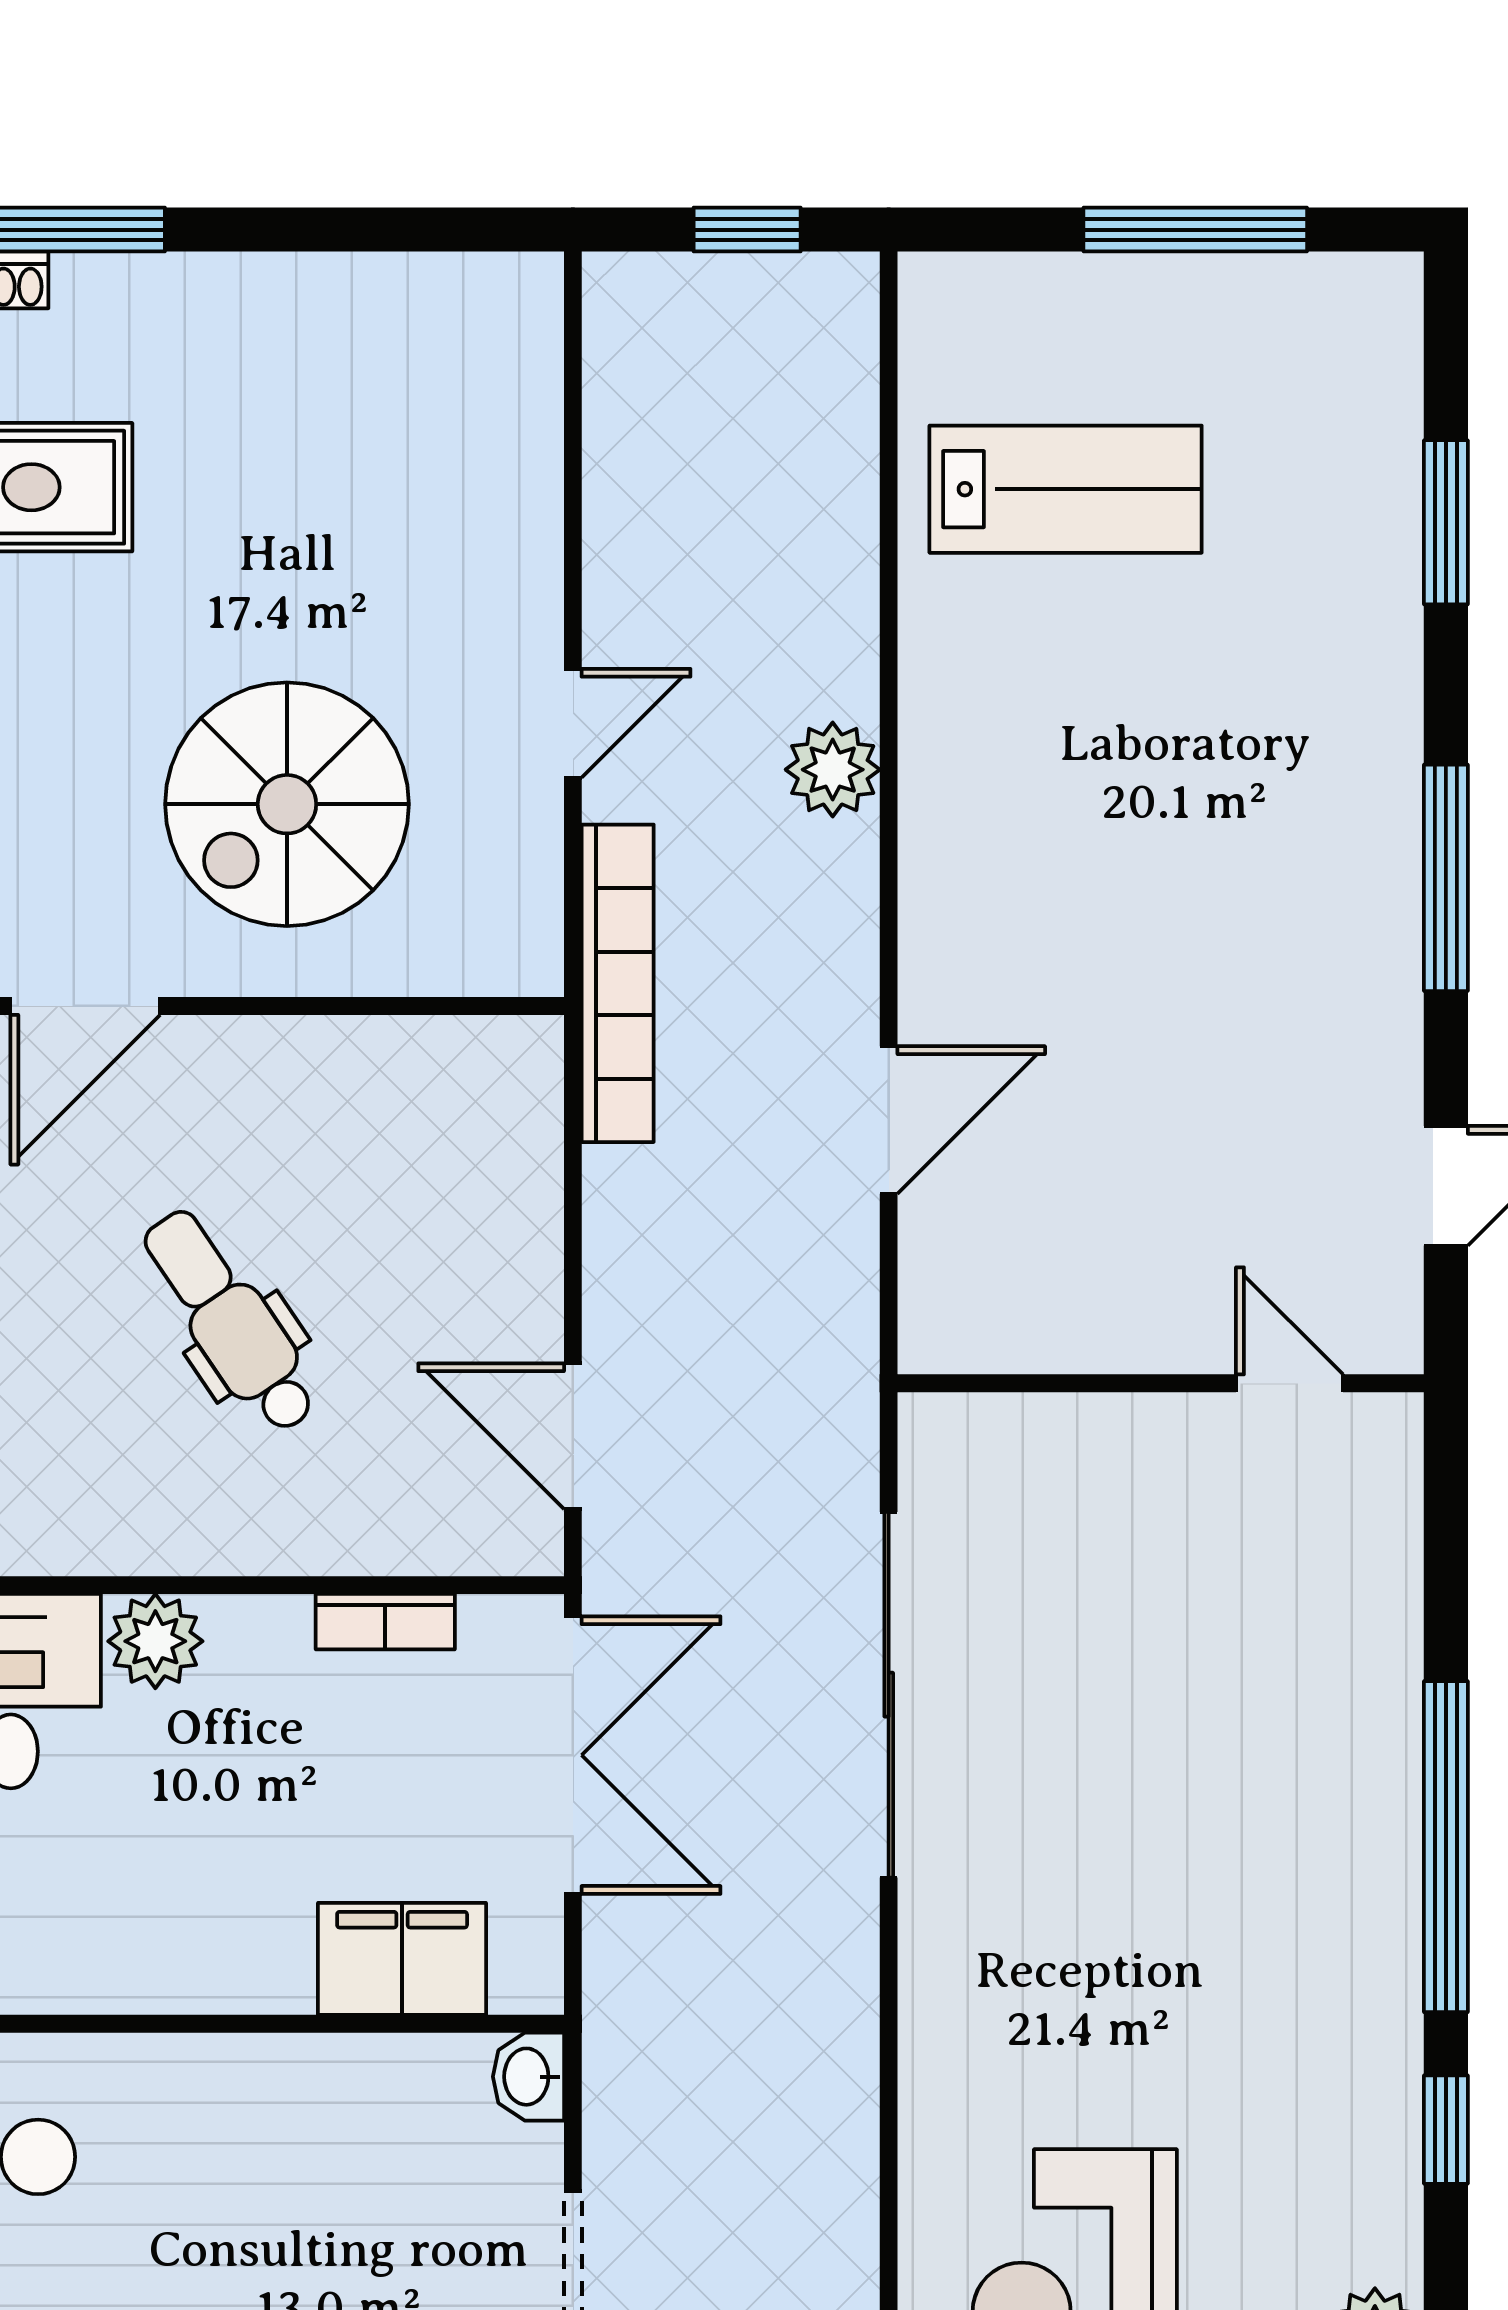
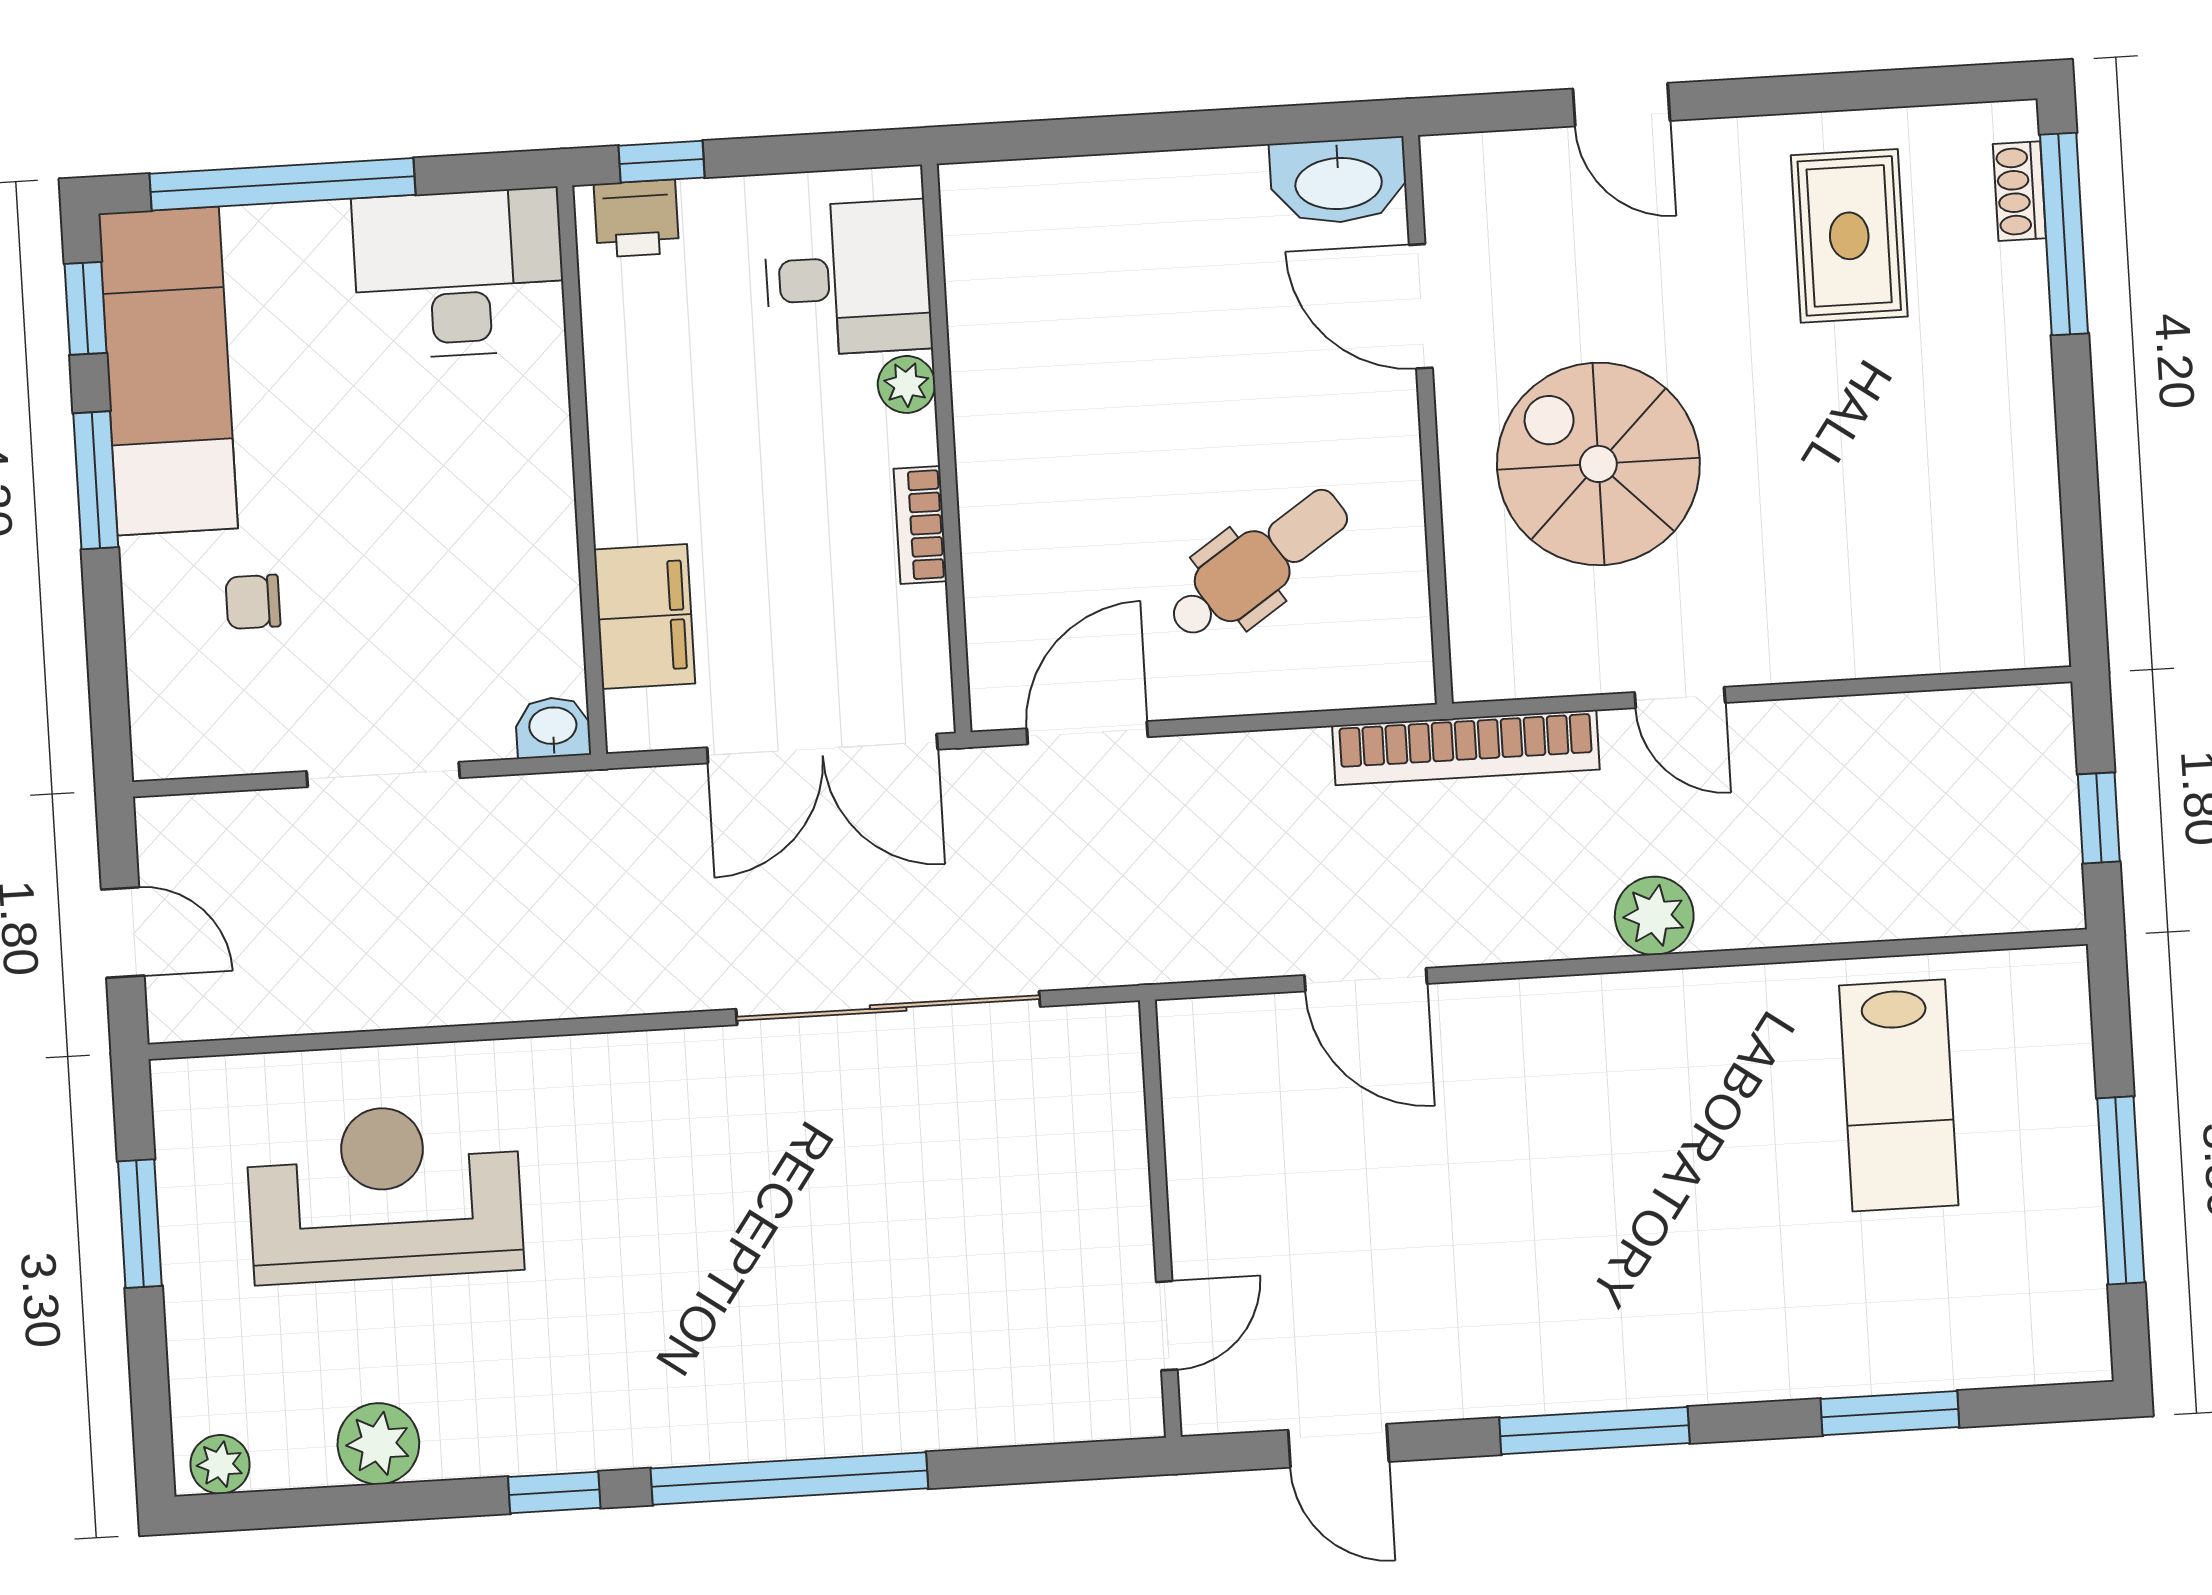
dental chair: (230, 1322) -> (1258, 564), moved
bookcase: (385, 1622) -> (920, 525), moved
plant: (155, 1641) -> (906, 384), width x0.73, depth x0.73

